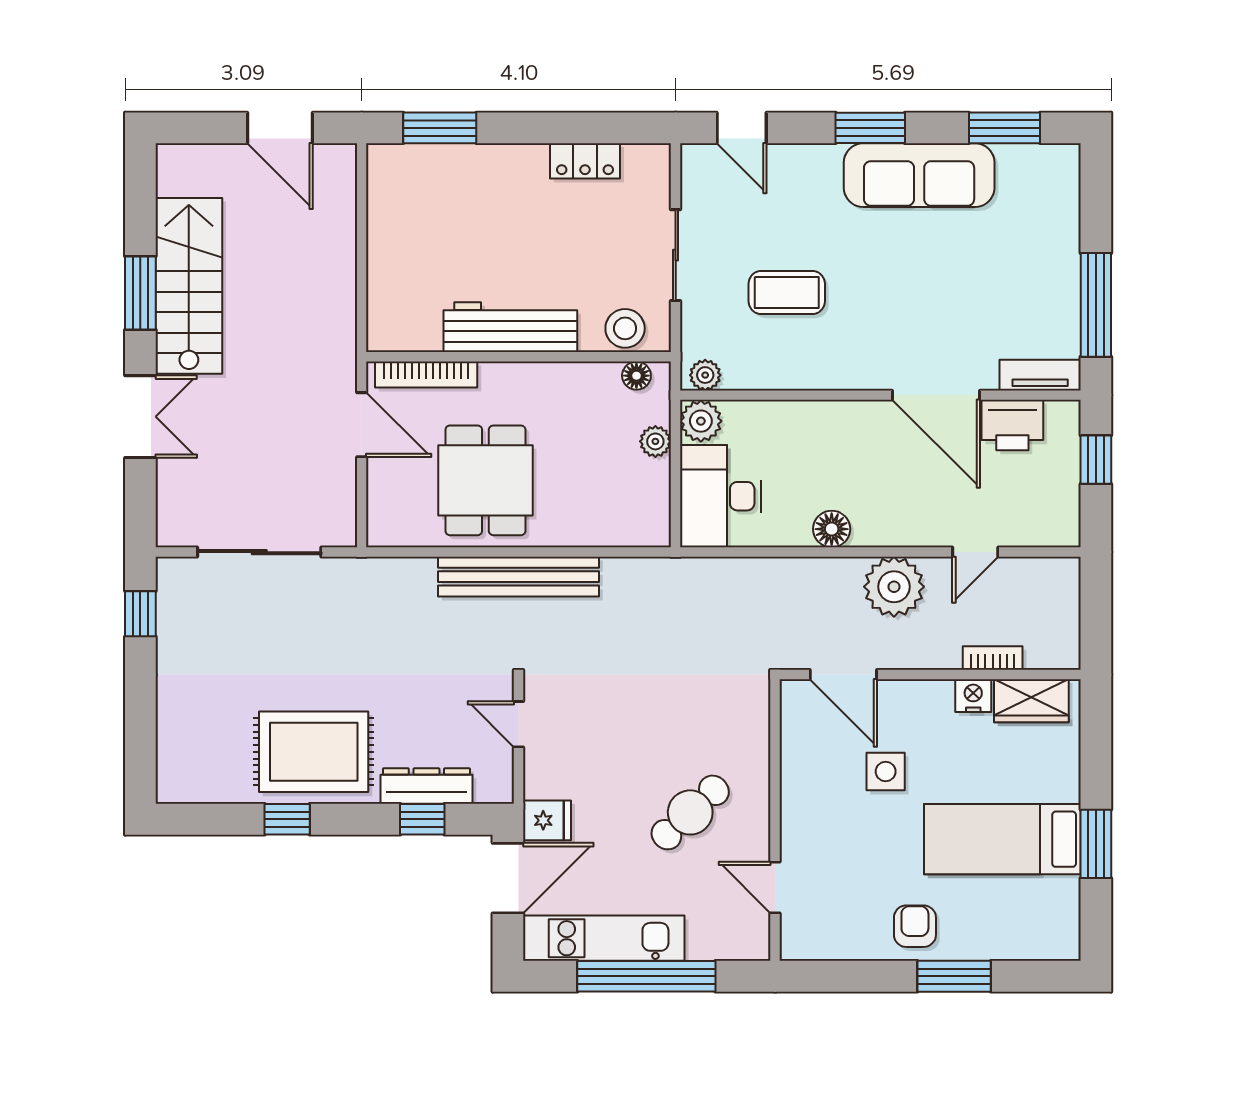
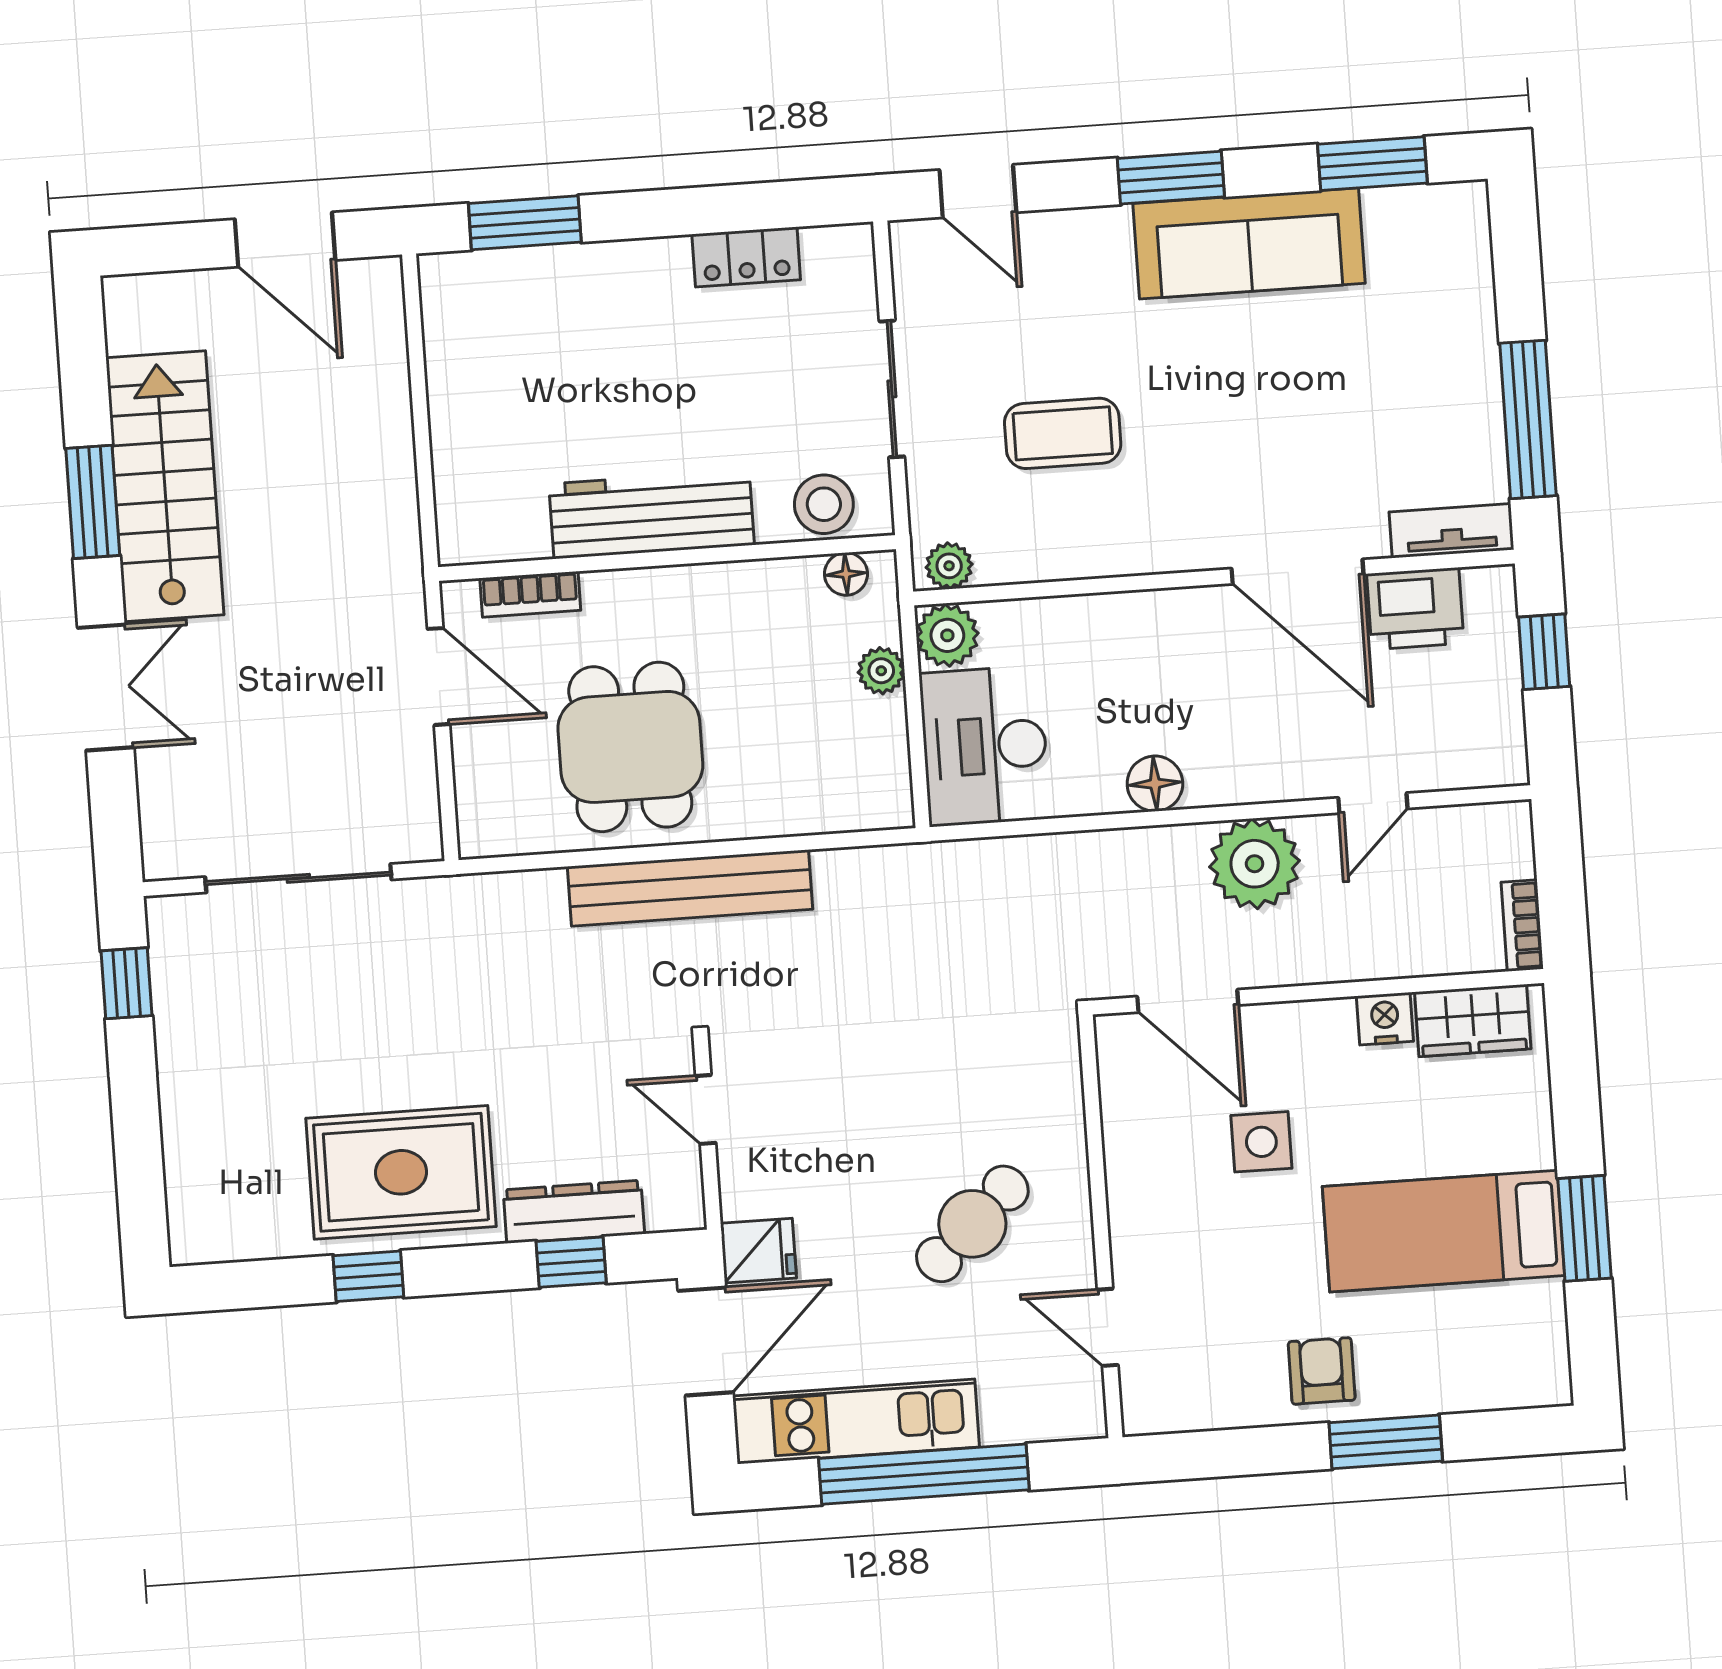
bookcase: (426, 375) -> (530, 594), width x0.64
bookcase: (993, 658) -> (1522, 926), moved, turned -90

